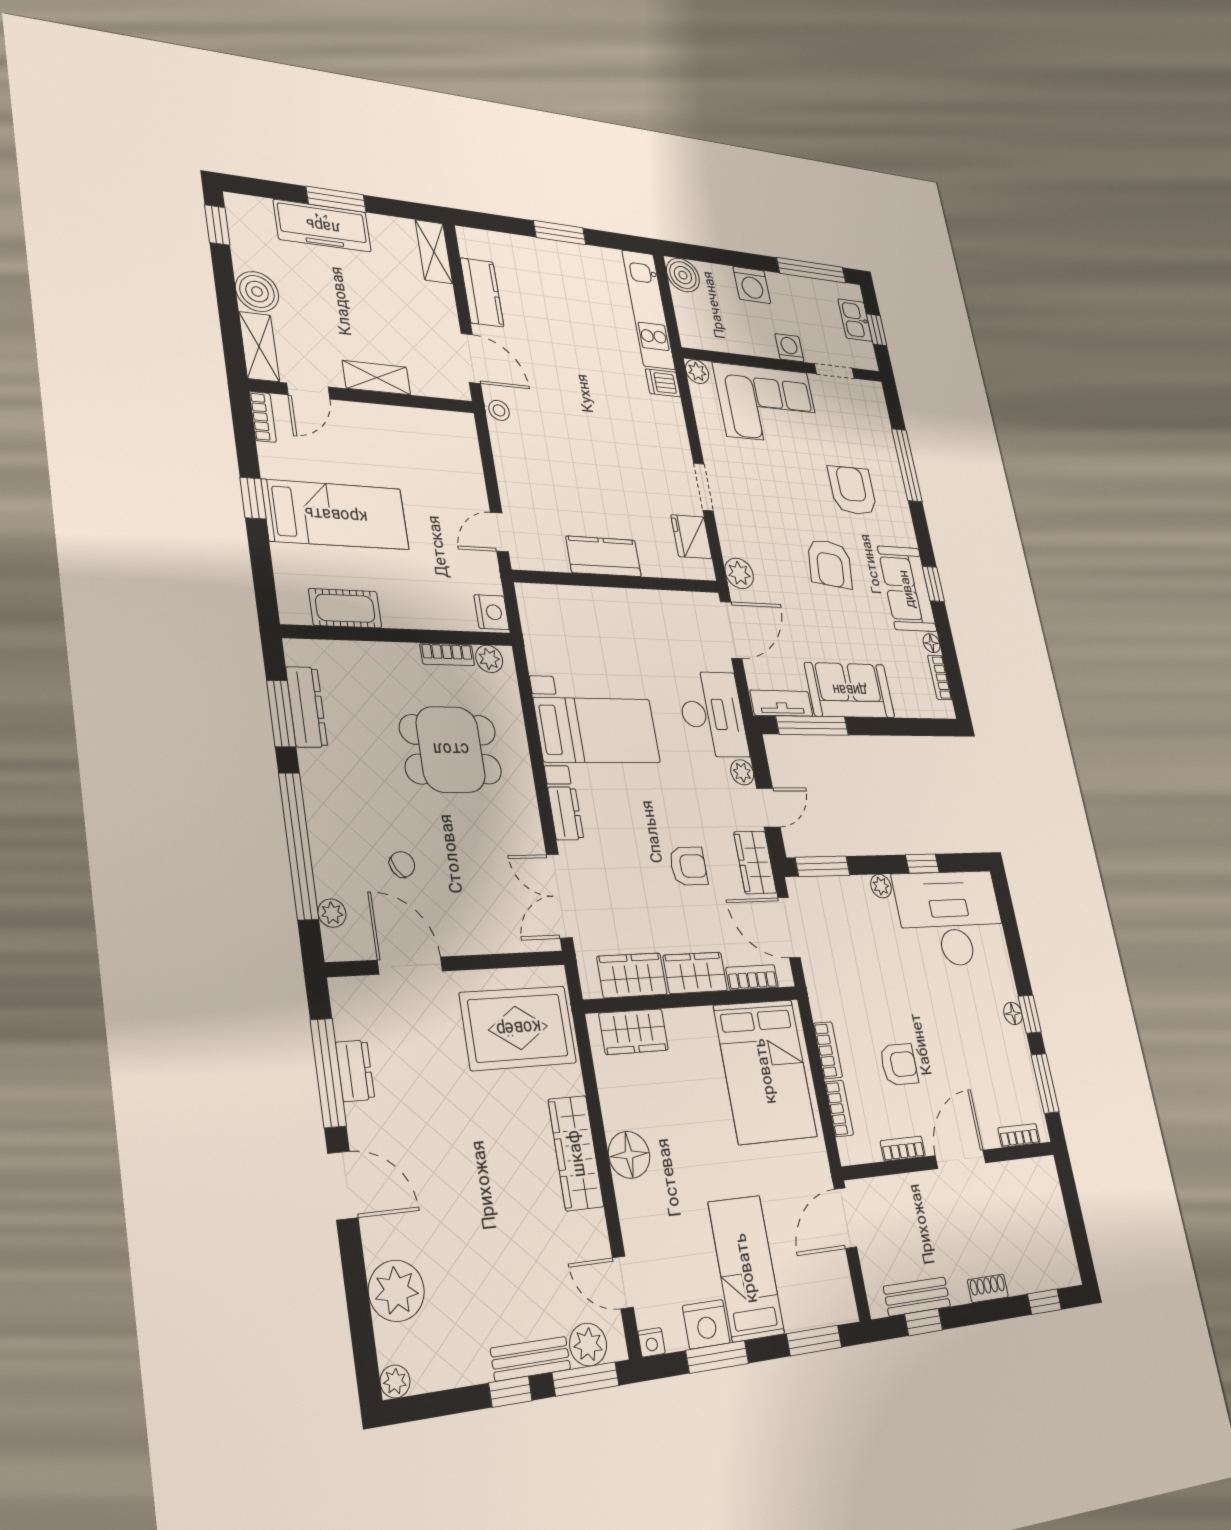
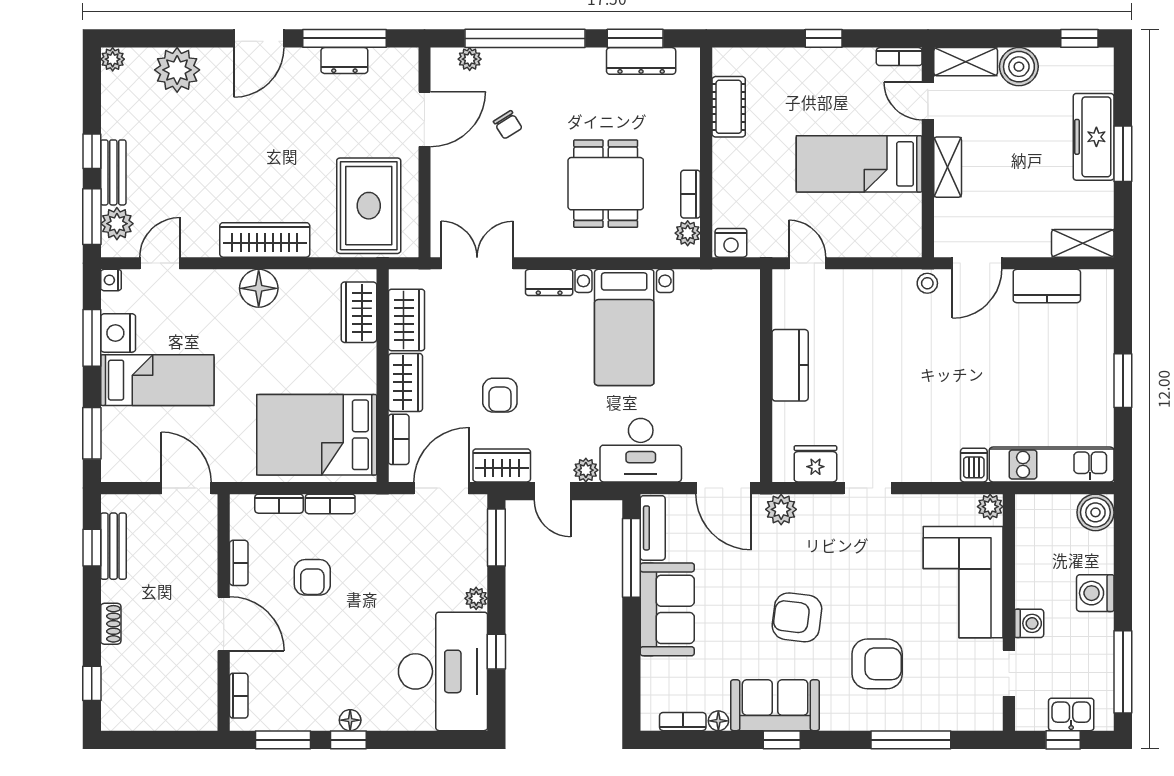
bed: (336, 515) -> (859, 164), moved, turned 90

